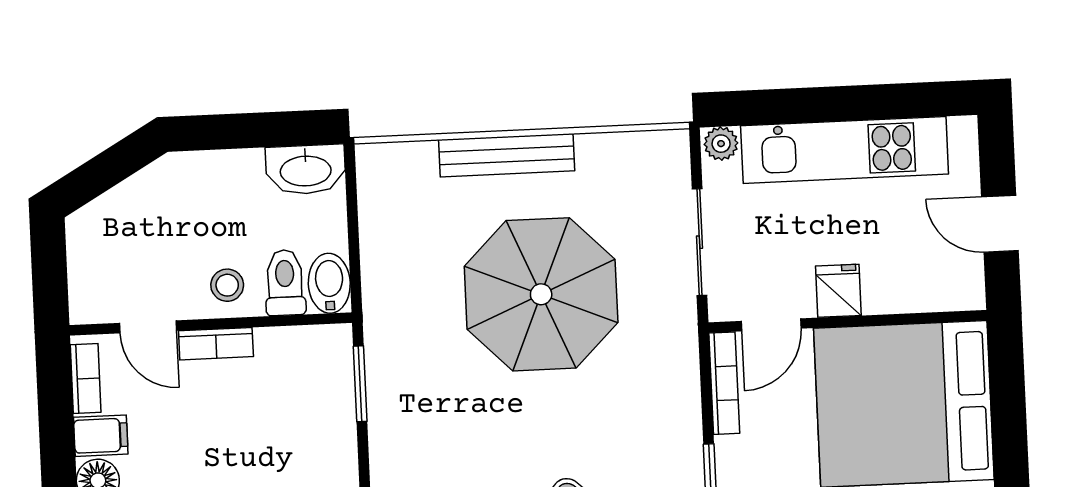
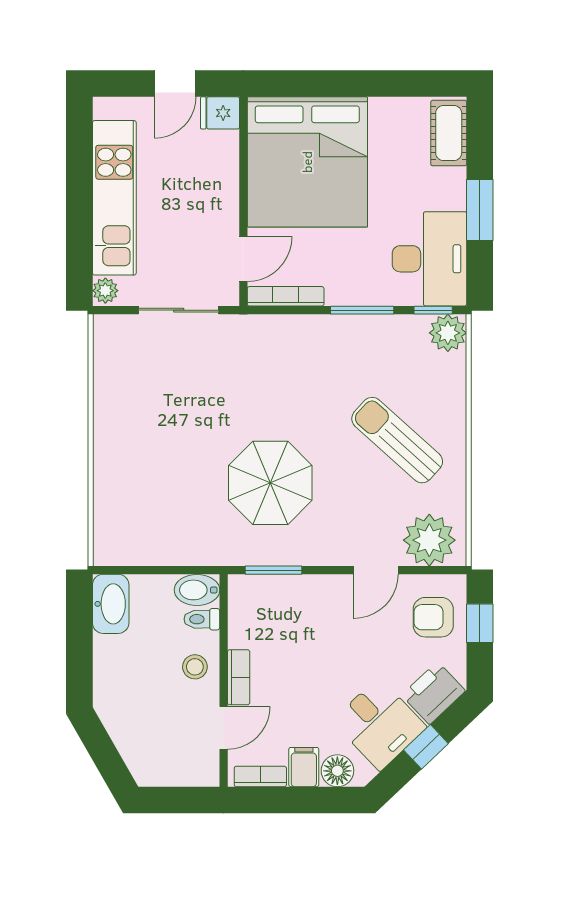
bench: (507, 155) -> (107, 452), removed
toilet: (285, 283) -> (202, 619), width x0.73, depth x0.72
fridge: (838, 291) -> (220, 113), moved
parasol: (541, 294) -> (270, 483), moved, width x0.73, depth x0.73
door: (771, 325) -> (243, 259), hinge flipped

